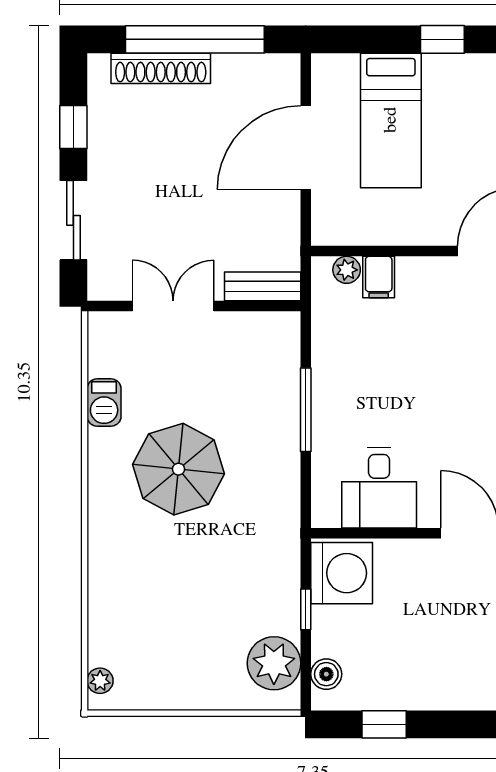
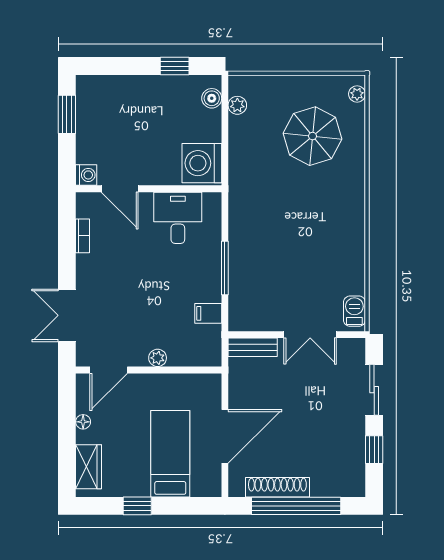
shoe rack: (161, 68) -> (277, 487), moved
plant: (347, 270) -> (158, 358), moved
filing cabinet: (379, 277) -> (208, 313), moved, turned -90
barbecue: (104, 403) -> (354, 311), moved
parasol: (178, 469) -> (312, 136), moved
window: (306, 609) -> (225, 140), removed
plant: (274, 663) -> (237, 105), width x0.53, depth x0.53

